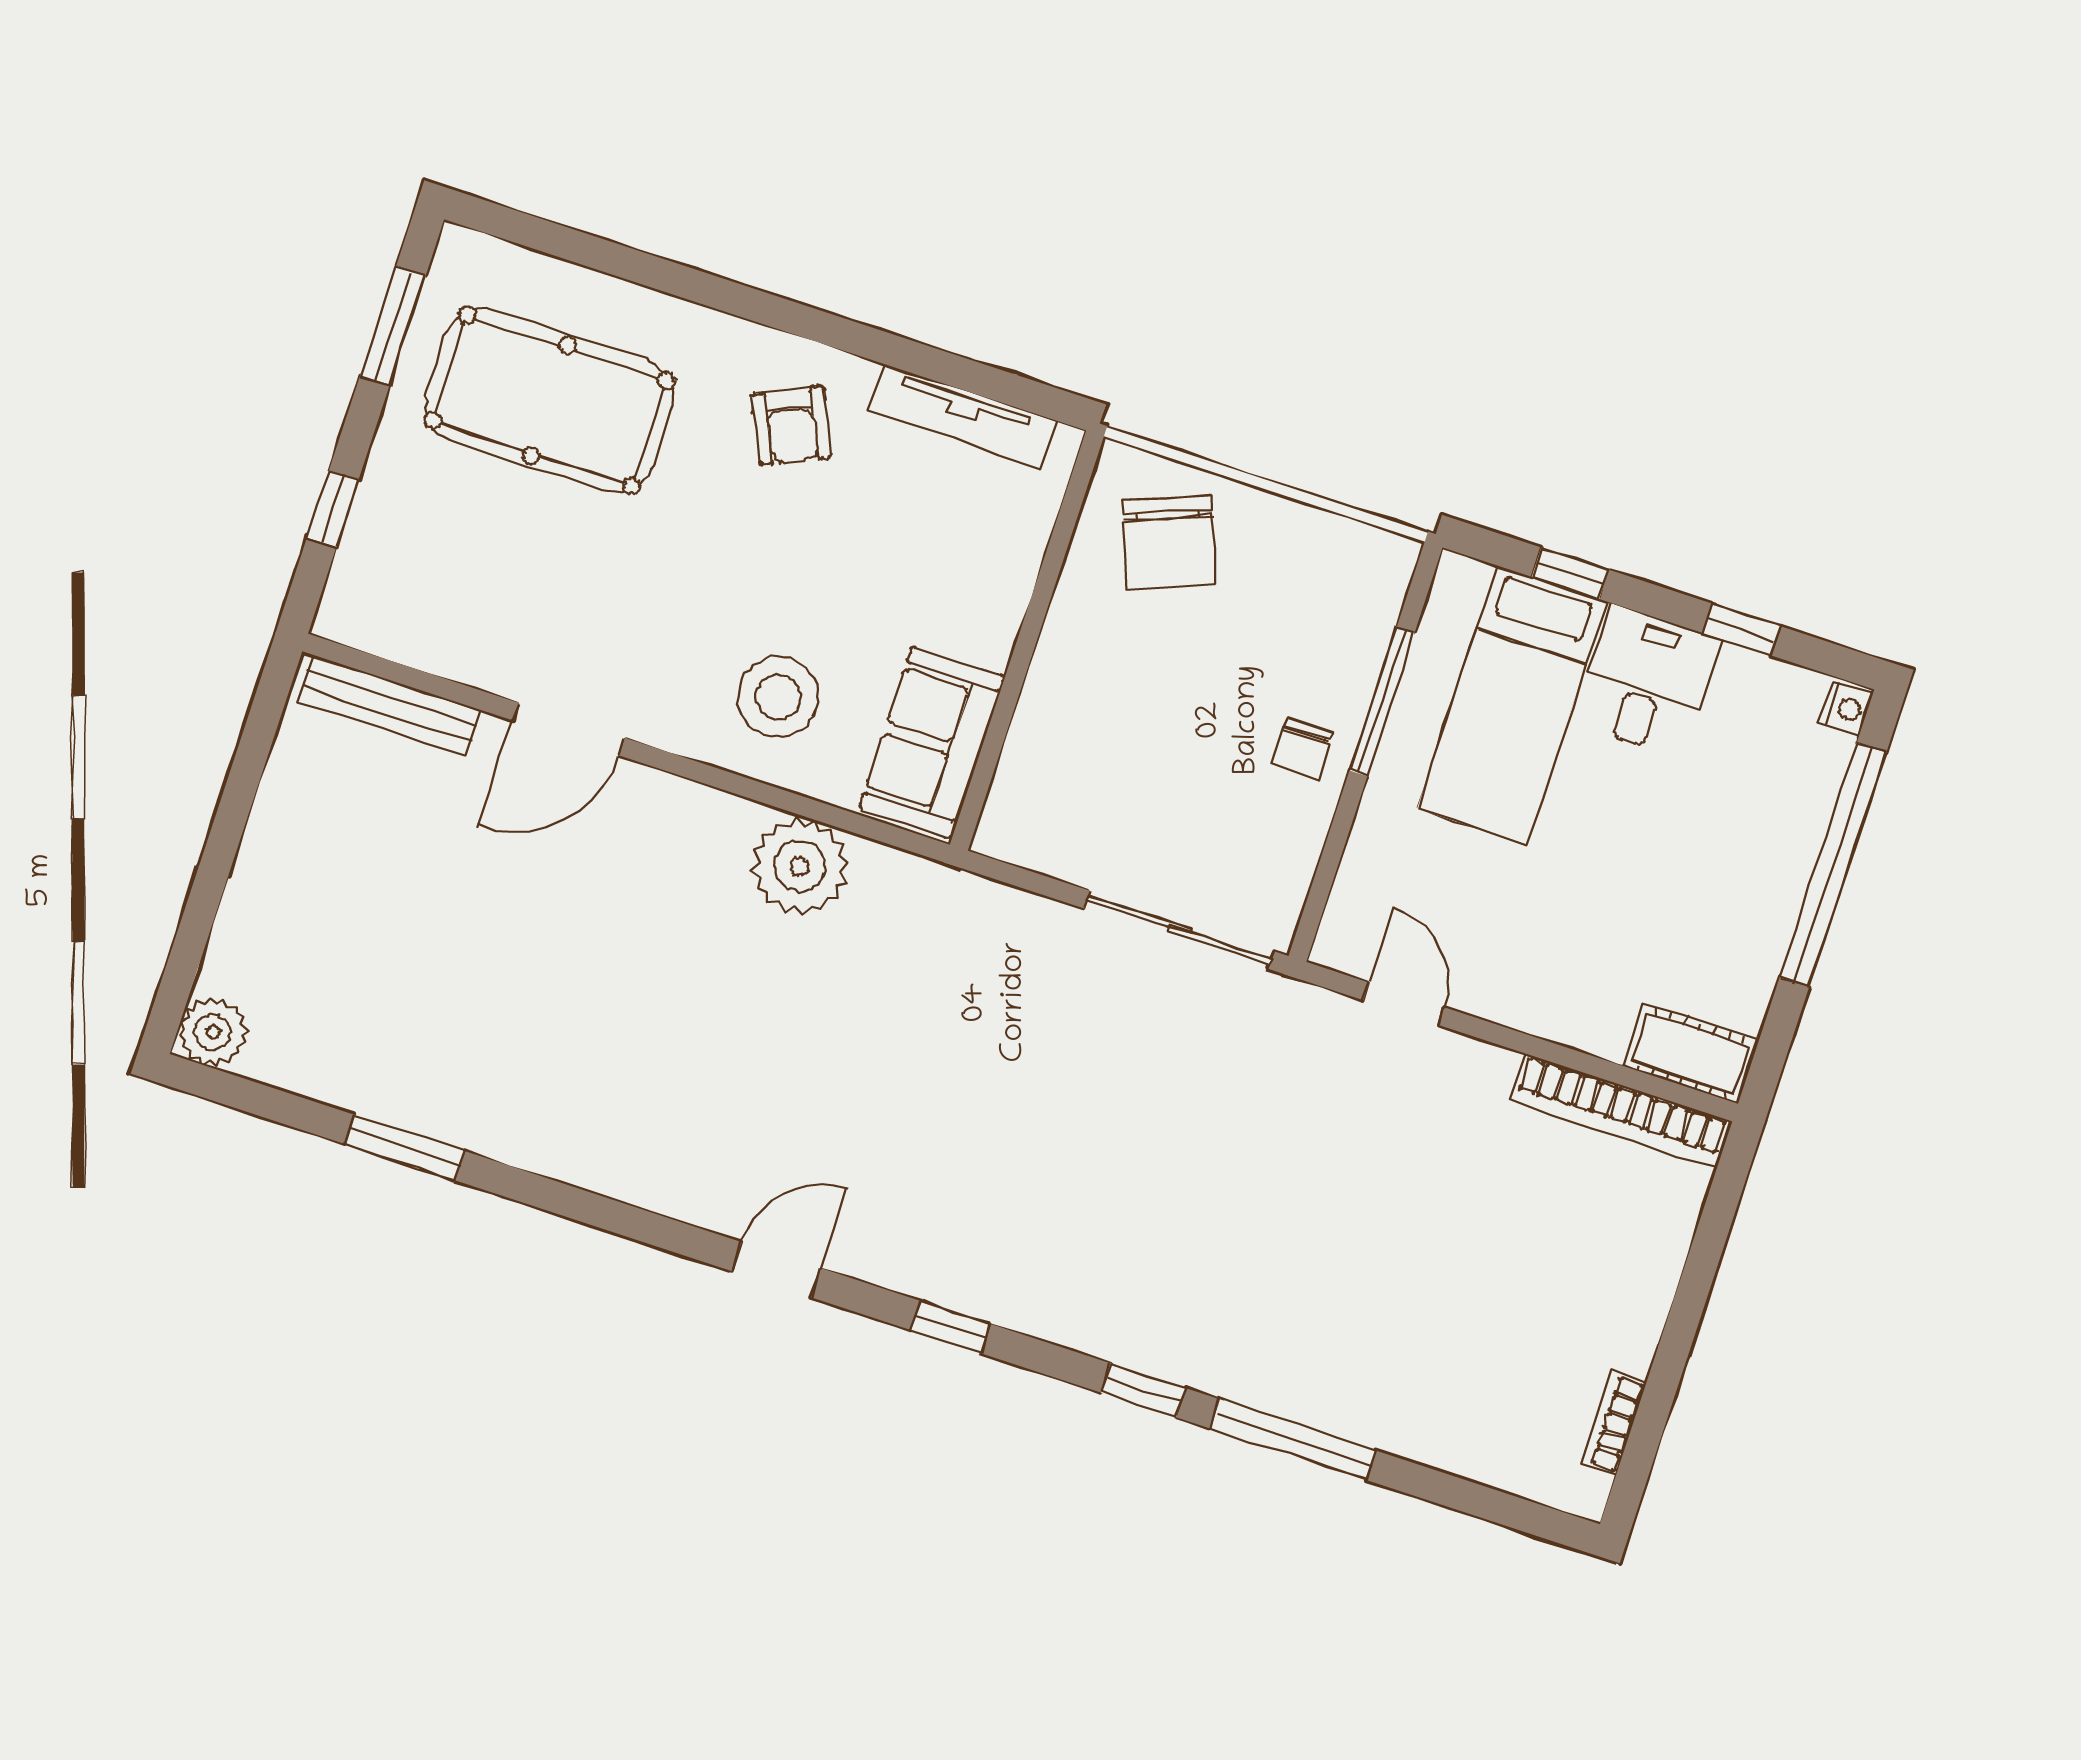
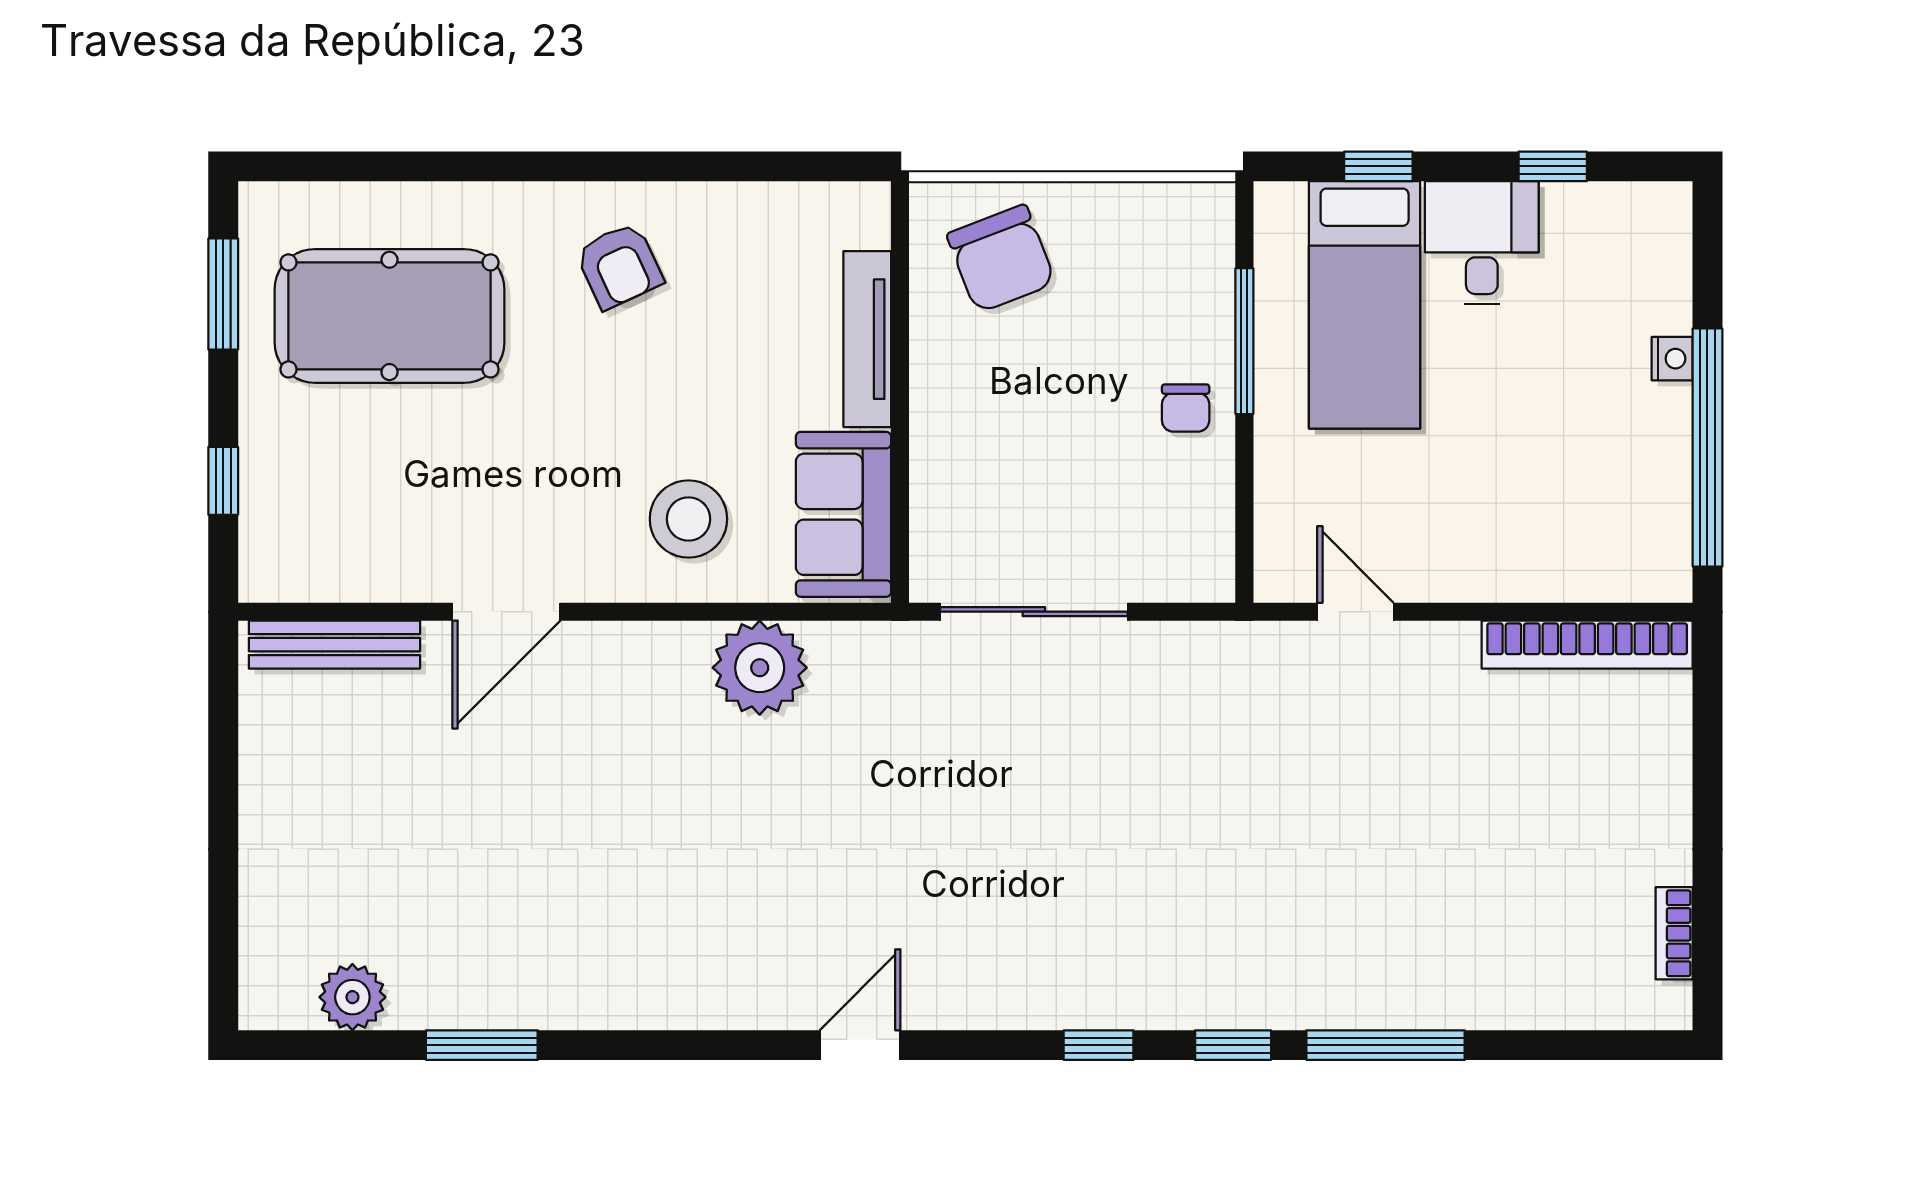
tv unit: (962, 415) -> (867, 339), moved, turned 90
nightstand: (1846, 708) -> (1672, 359), moved
window: (1833, 865) -> (1707, 448), moved
sliding door: (1179, 930) -> (1034, 612), moved
plant: (213, 1032) -> (352, 997), moved
cot: (1691, 1053) -> (1634, 571), removed
window: (950, 1327) -> (1099, 1045), moved

